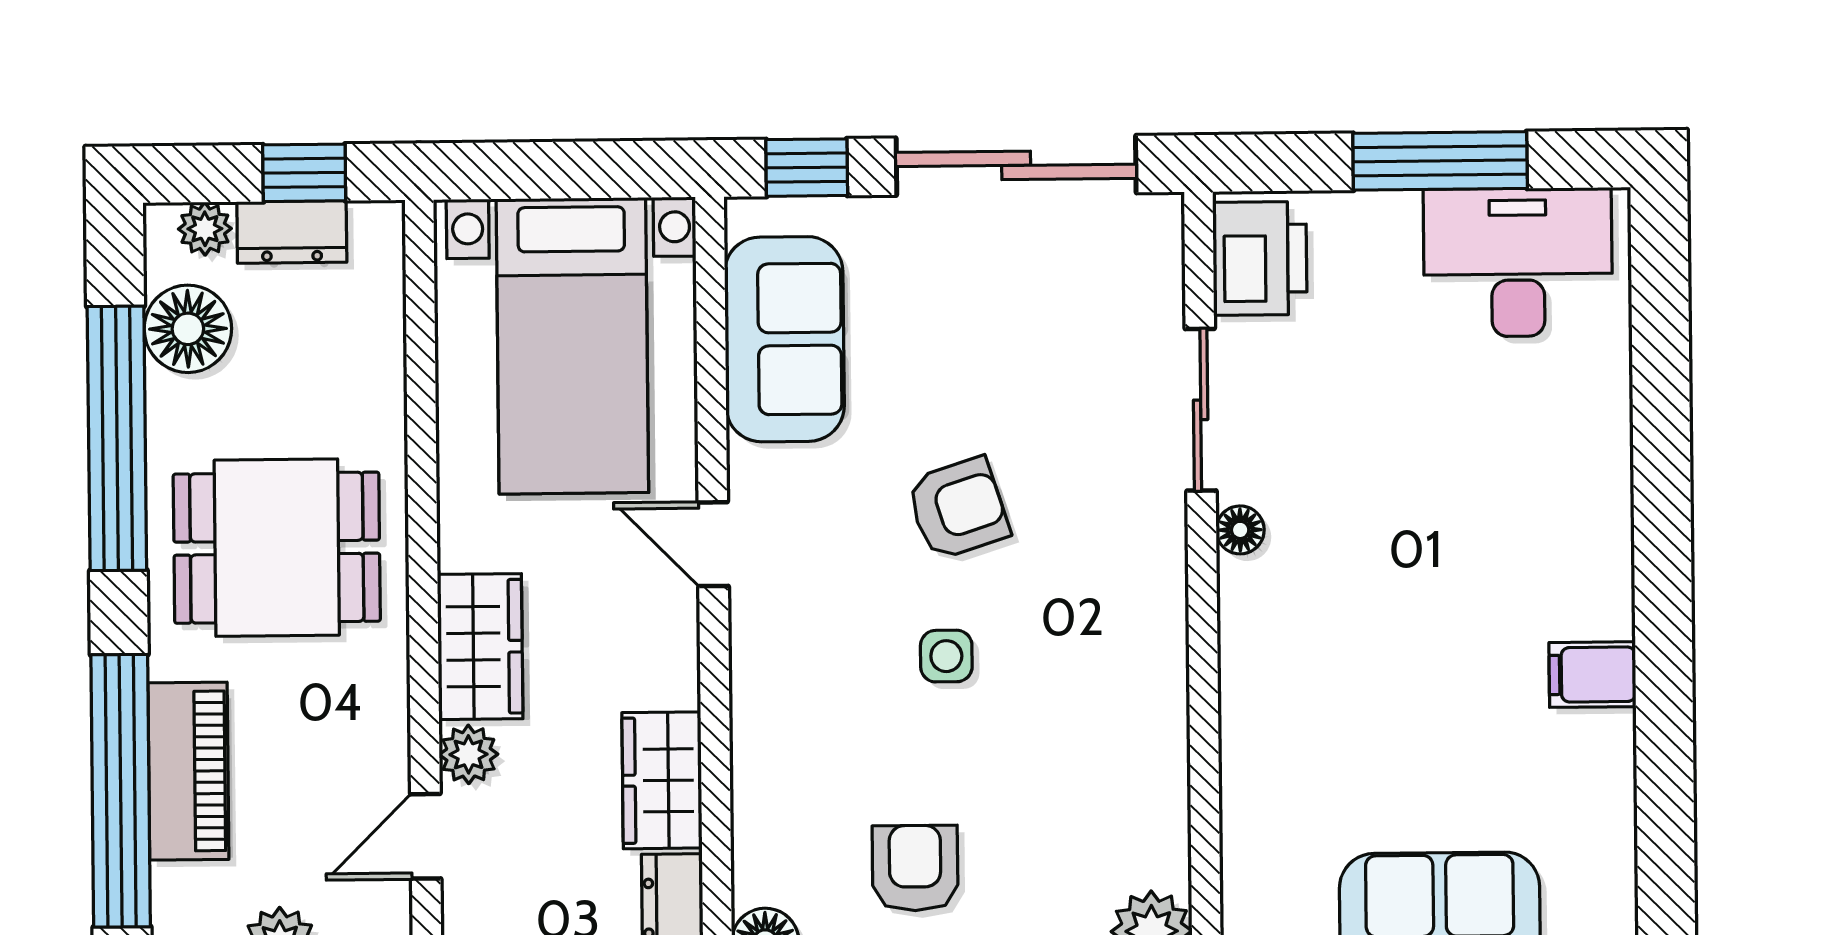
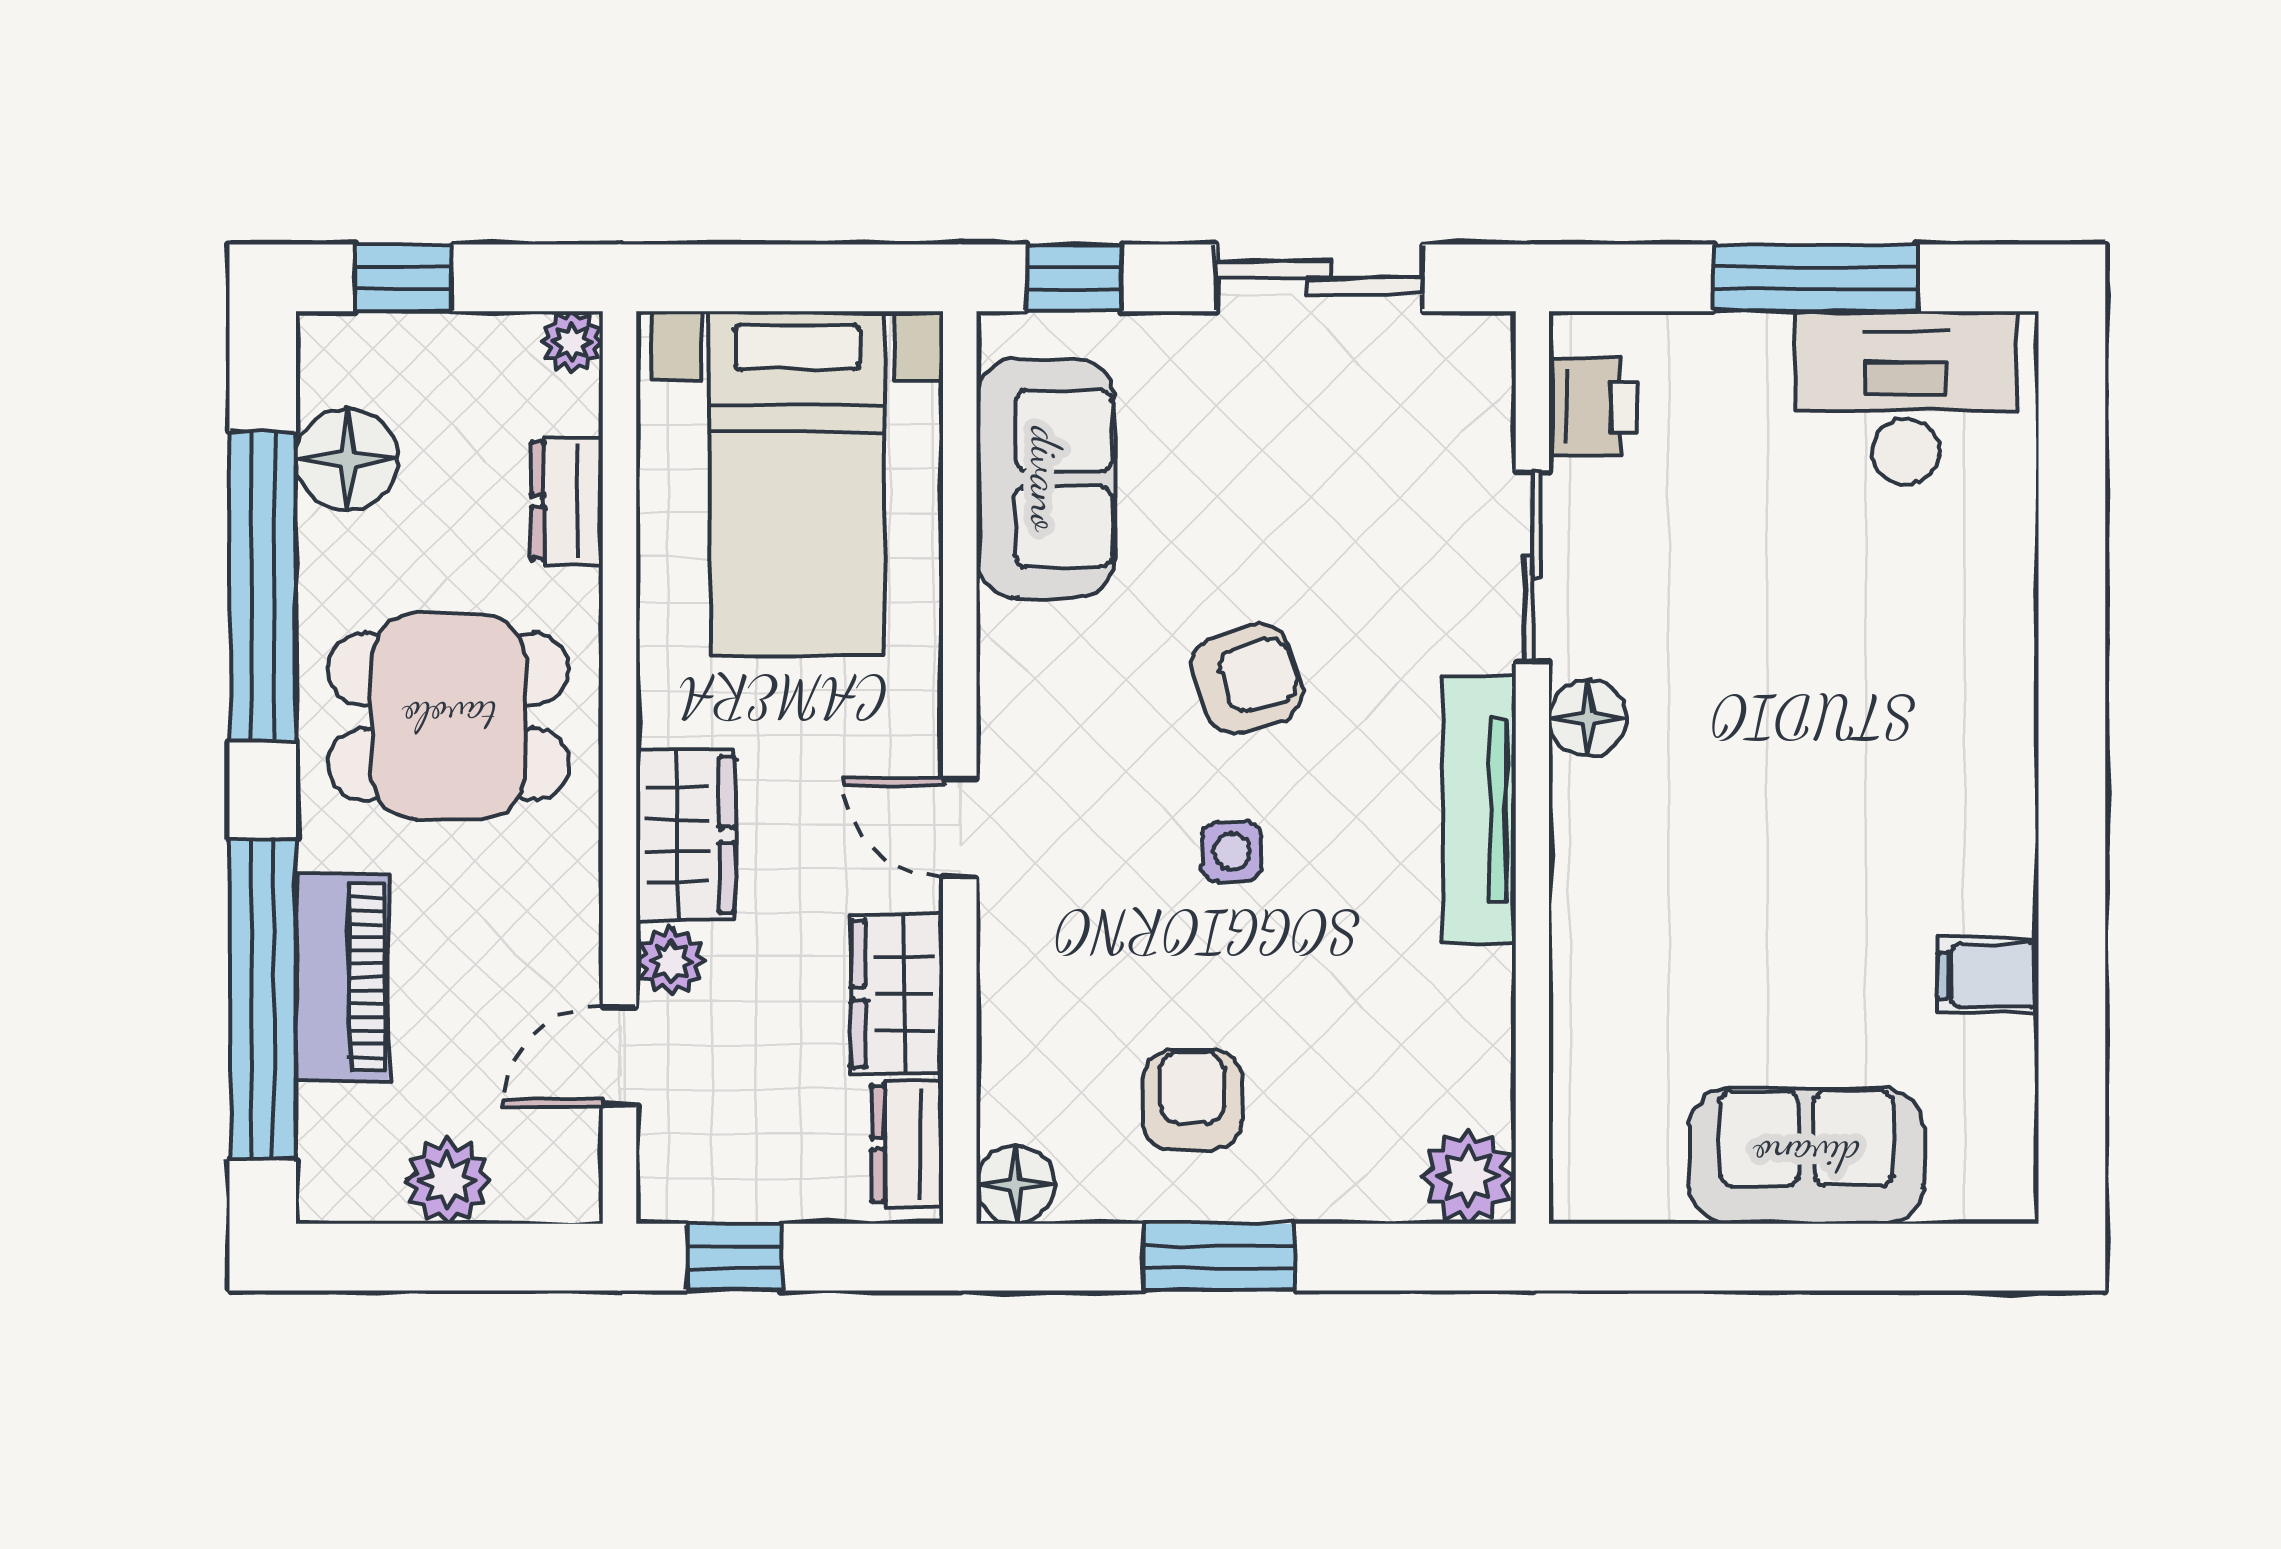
sliding door: (1016, 165) -> (1319, 278), width x0.73
window: (304, 173) -> (403, 278), moved
plant: (205, 229) -> (572, 342), moved
dresser: (292, 232) -> (567, 501), moved, turned 90
printer: (1260, 258) -> (1593, 407), width x0.73, depth x0.81
floor lamp: (1240, 530) -> (1588, 718), width x1.37, depth x1.37
door: (713, 544) -> (960, 828), moved
tv unit: (1158, 618) -> (1479, 810), added
filing cabinet: (1592, 675) -> (1988, 975), moved

